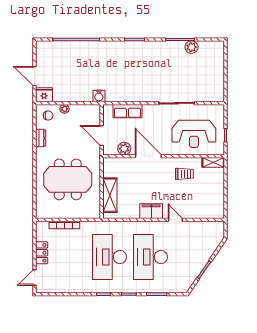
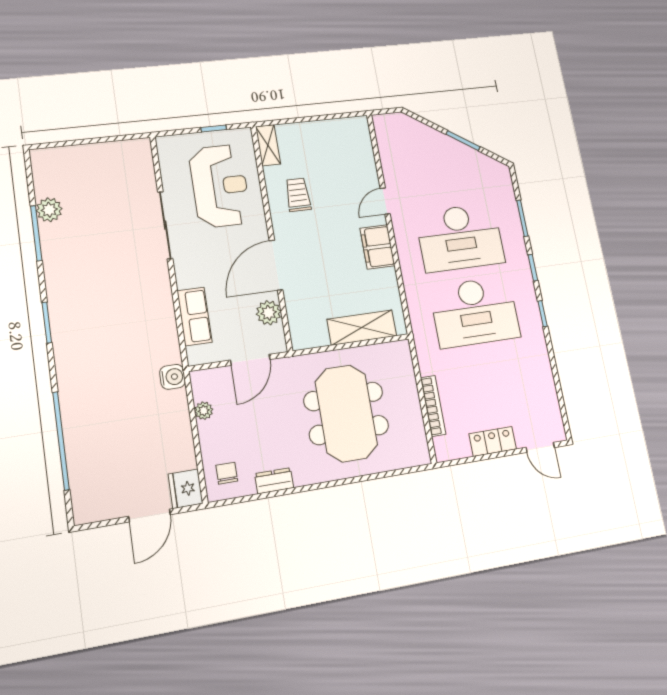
plant: (65, 109) -> (204, 411), moved

